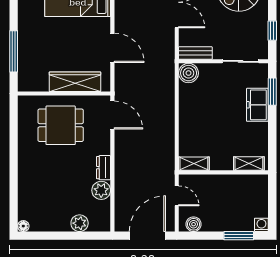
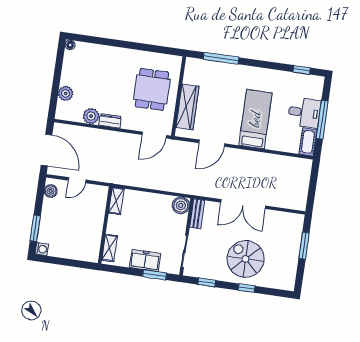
shelving: (194, 164) -> (116, 201), moved
shelving: (249, 164) -> (110, 248), moved
wall: (223, 172) -> (105, 225), moved

